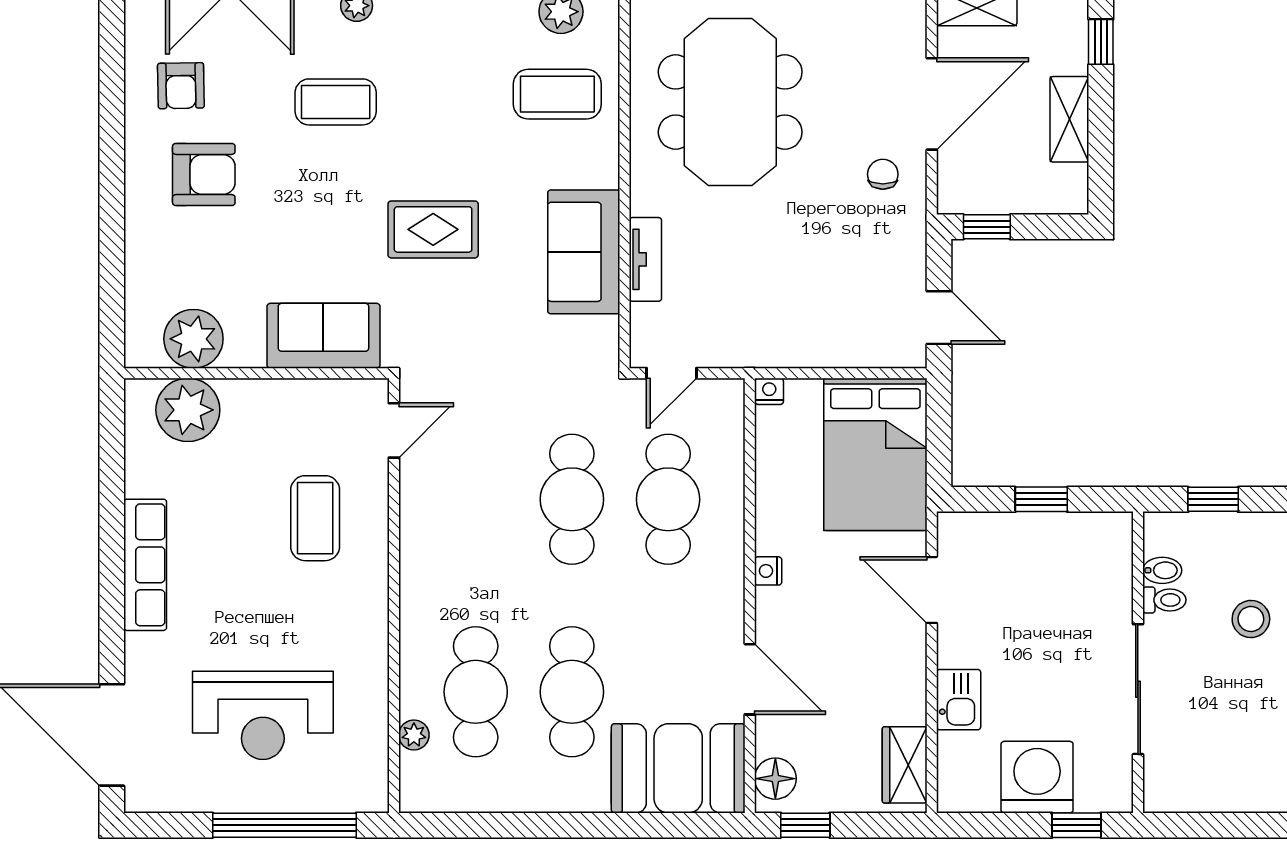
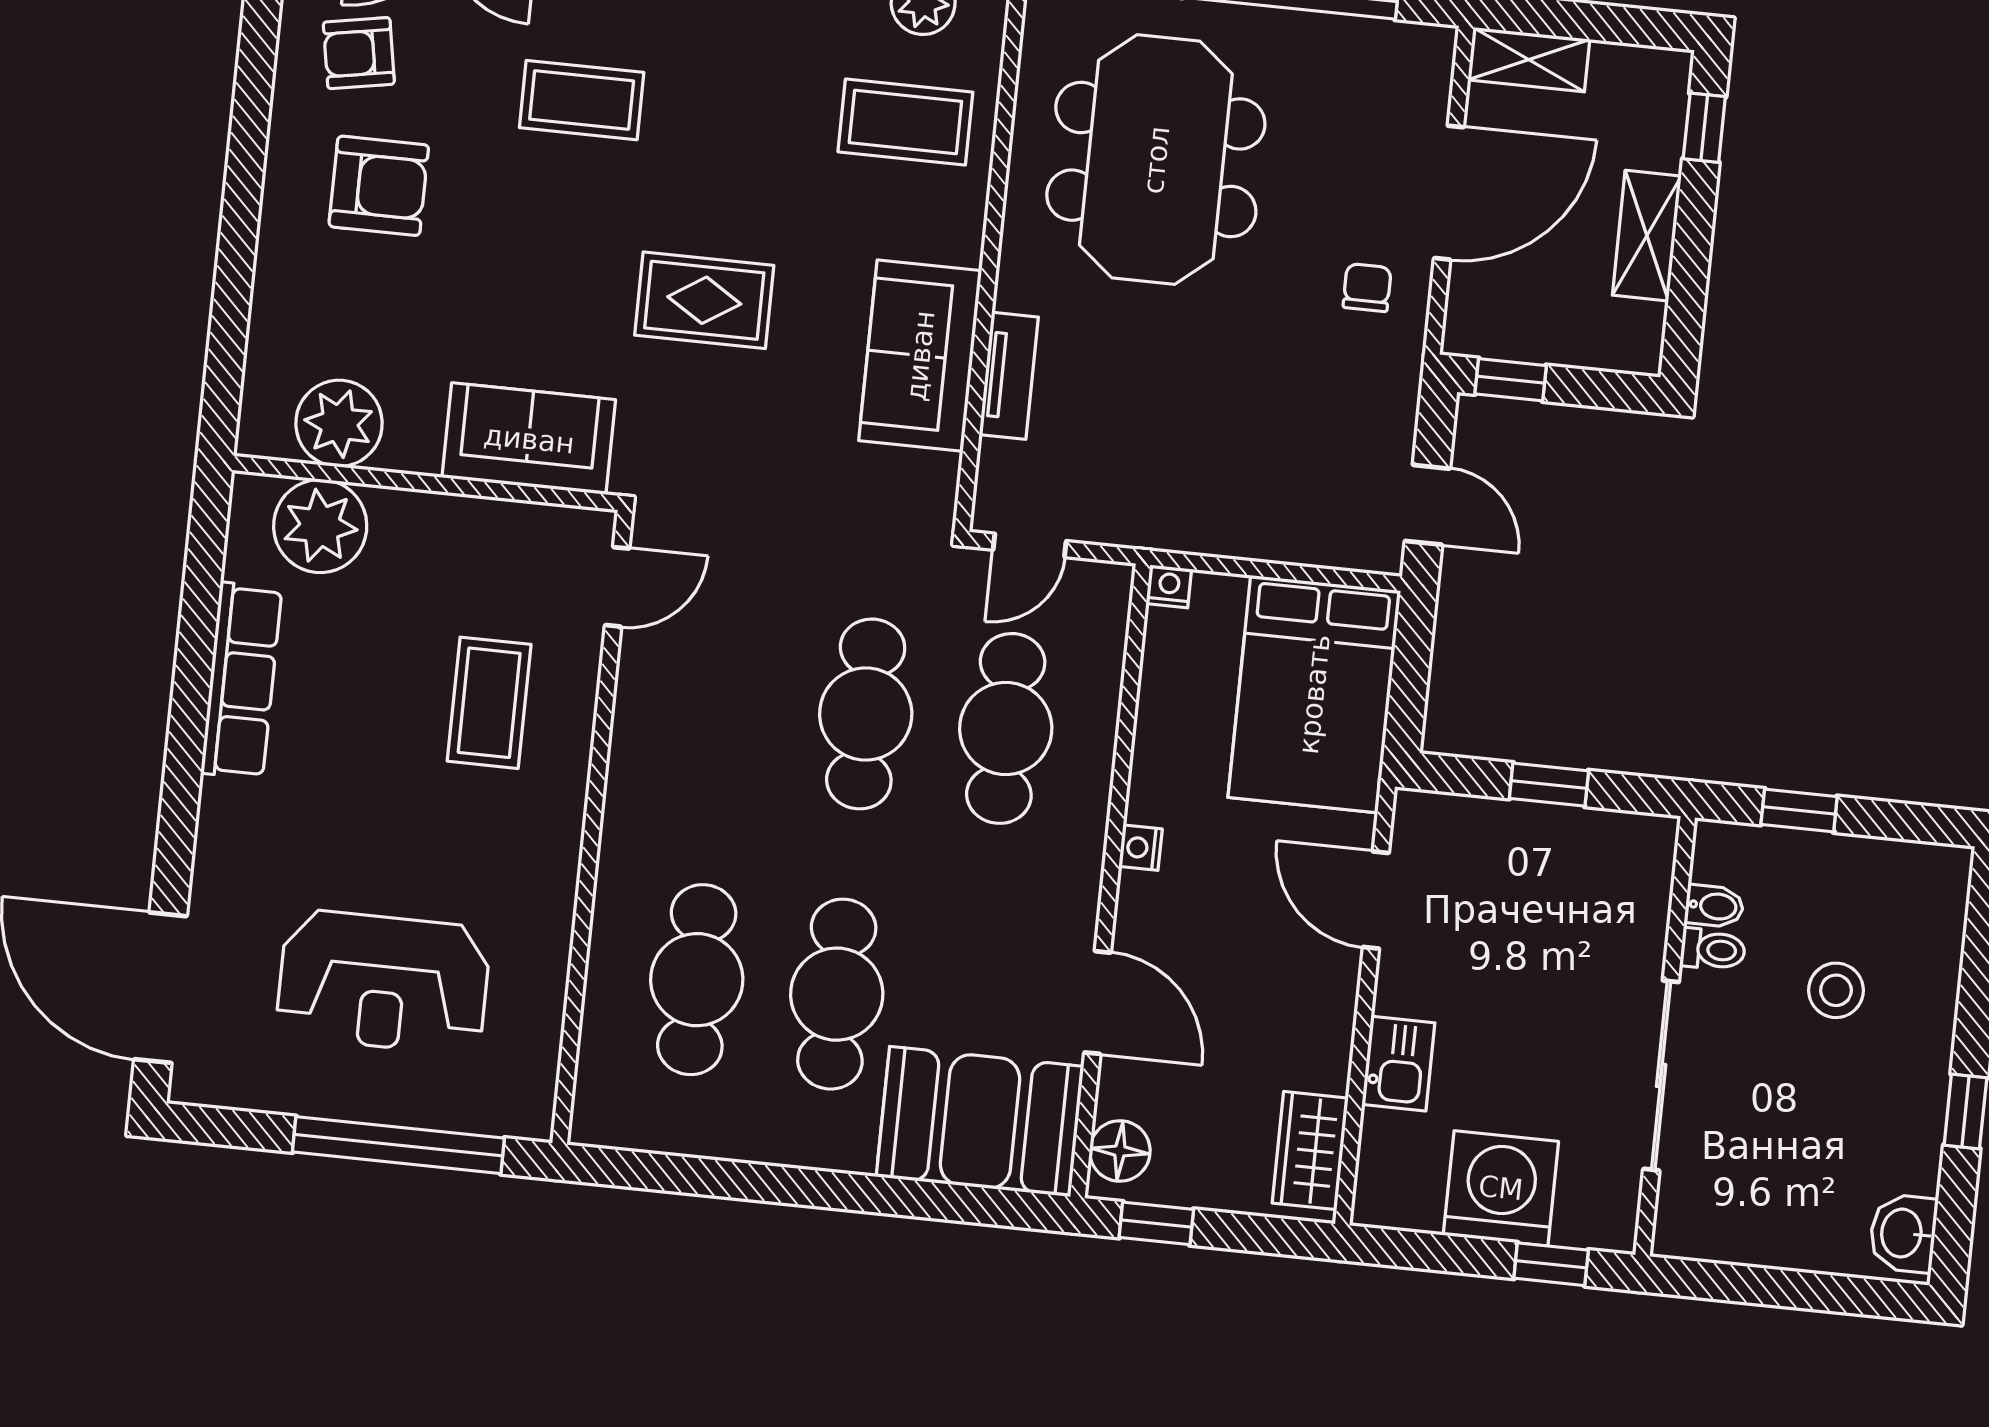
armchair: (181, 86) -> (359, 53), turned 81
row of seats: (145, 565) -> (241, 681), moved
plant: (414, 735) -> (600, 1033), removed

